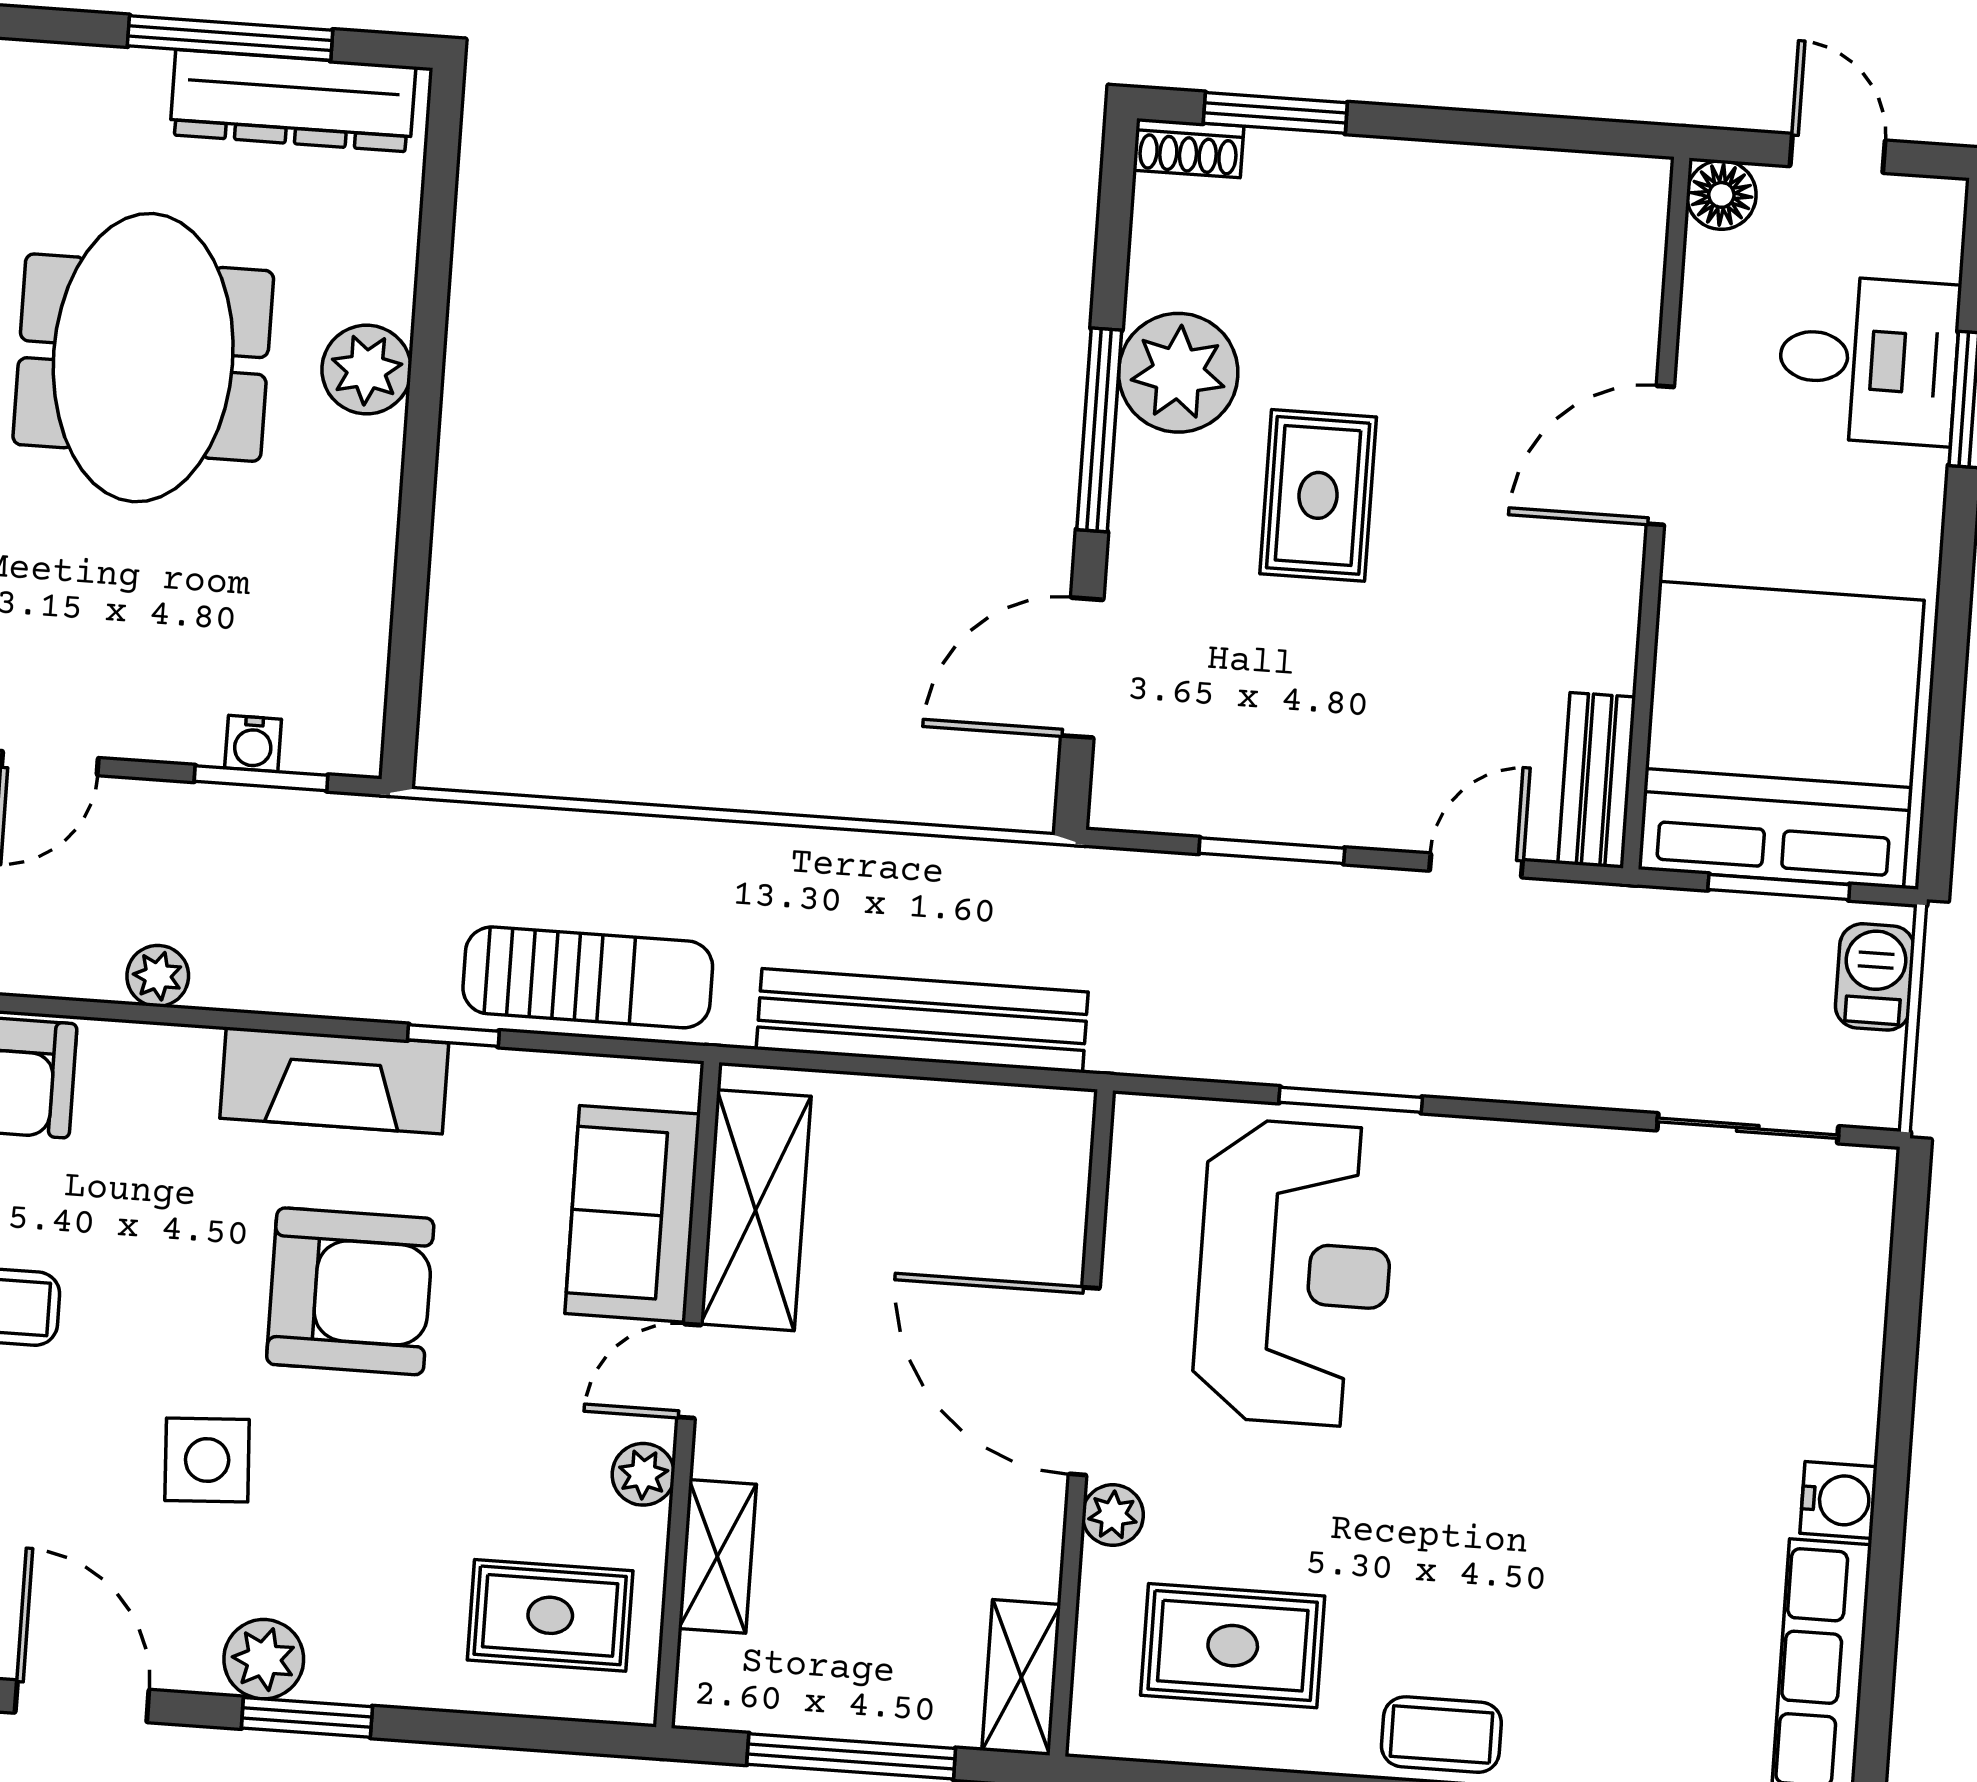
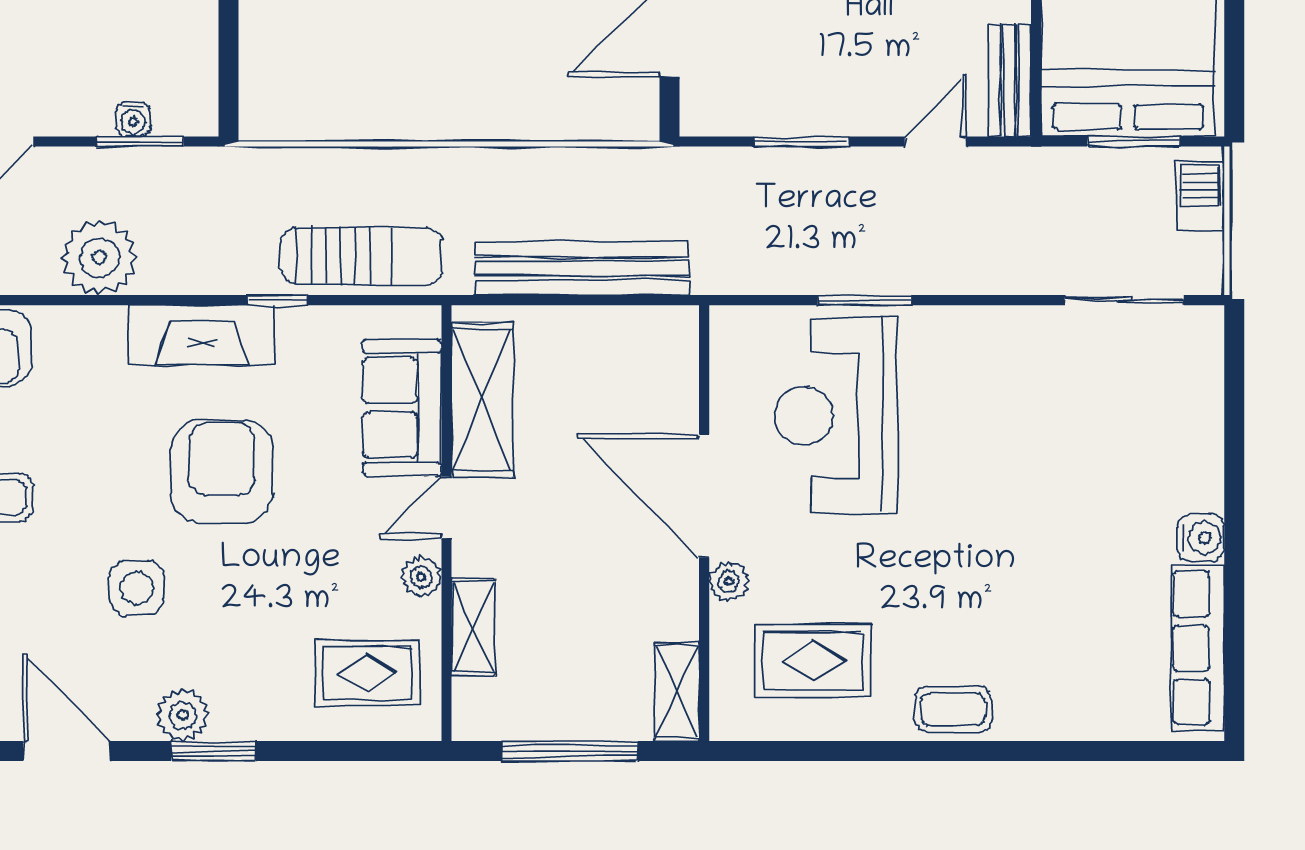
plant: (158, 976) -> (99, 258), width x1.87, depth x1.87
reception desk: (1294, 1273) -> (836, 415), turned 180
armchair: (350, 1291) -> (222, 471), turned -90

